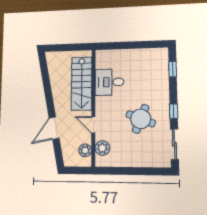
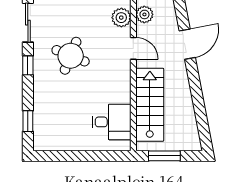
window: (72, 47) -> (164, 156), added
desk: (109, 82) -> (112, 122), moved

